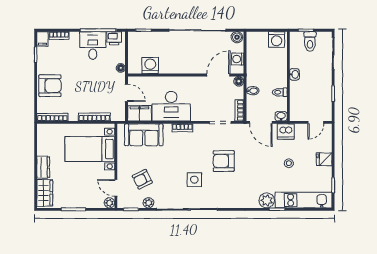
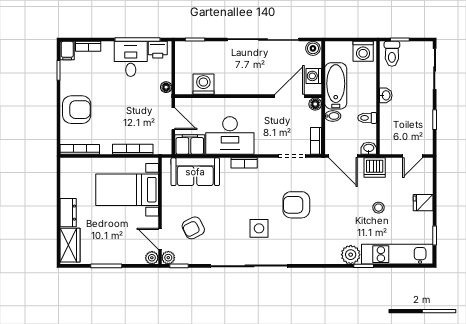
toilet: (310, 42) -> (392, 54), moved
bathtub: (255, 67) -> (336, 86), added
plant: (148, 203) -> (168, 258), moved

